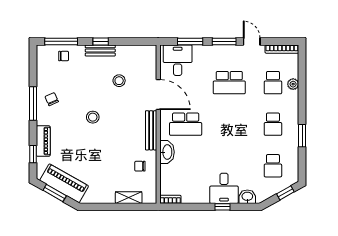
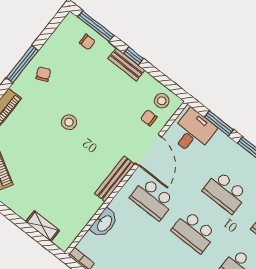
stool: (119, 81) -> (162, 101), moved
school desk: (229, 124) -> (194, 232), added
washbasin: (167, 152) -> (104, 223), moved
chair: (140, 166) -> (149, 118), moved

